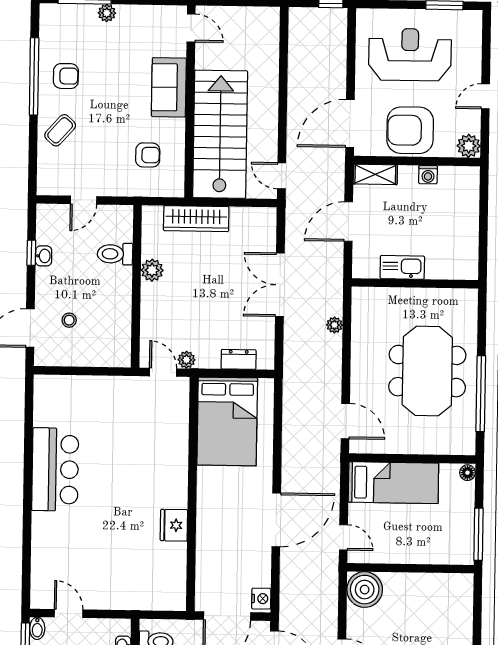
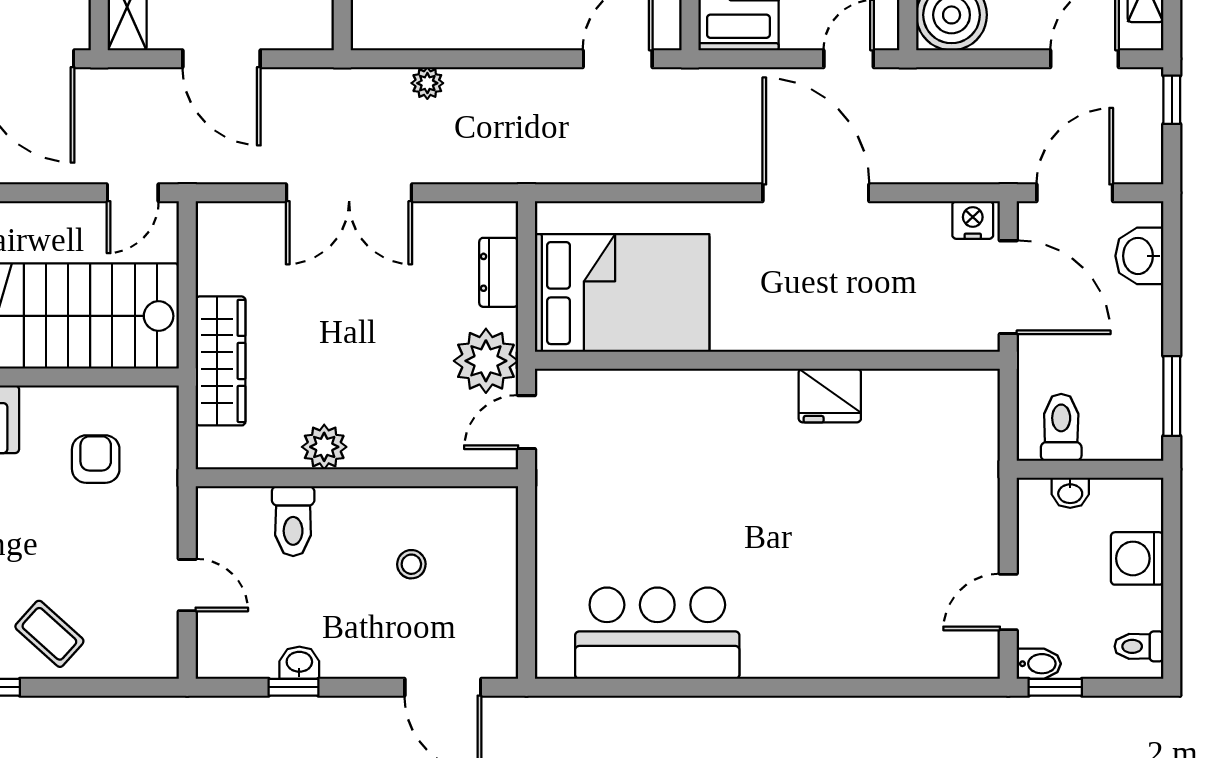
stool: (69, 320) -> (411, 564), moved
plant: (186, 360) -> (486, 361), width x1.88, depth x1.88
bar counter: (55, 469) -> (657, 633), moved

